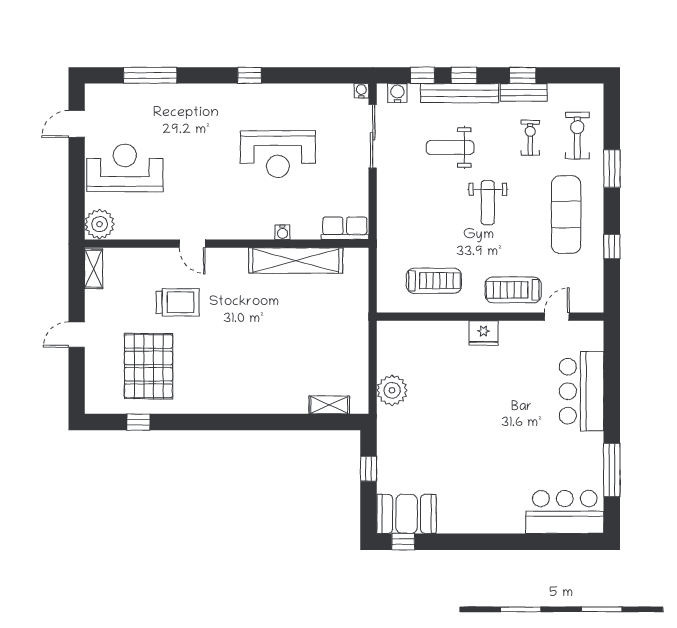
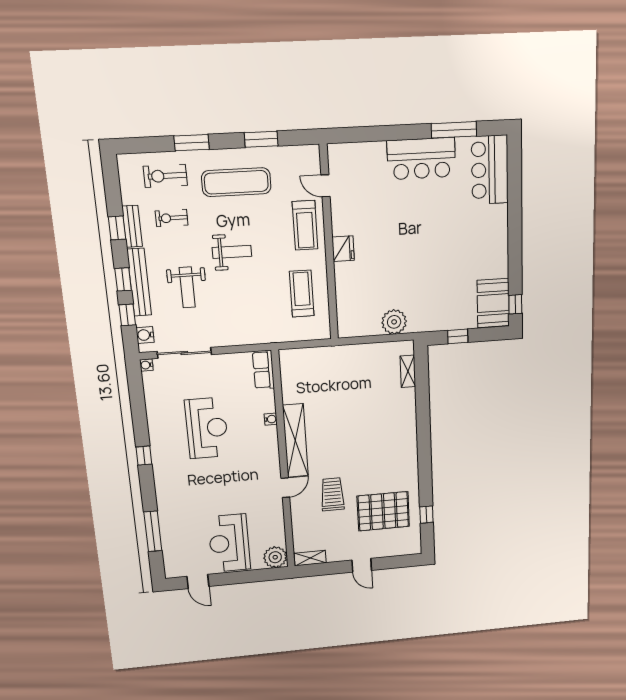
window: (612, 247) -> (261, 139), width x1.50
shelving: (296, 260) -> (295, 441), moved
bar counter: (582, 391) -> (421, 159), moved

